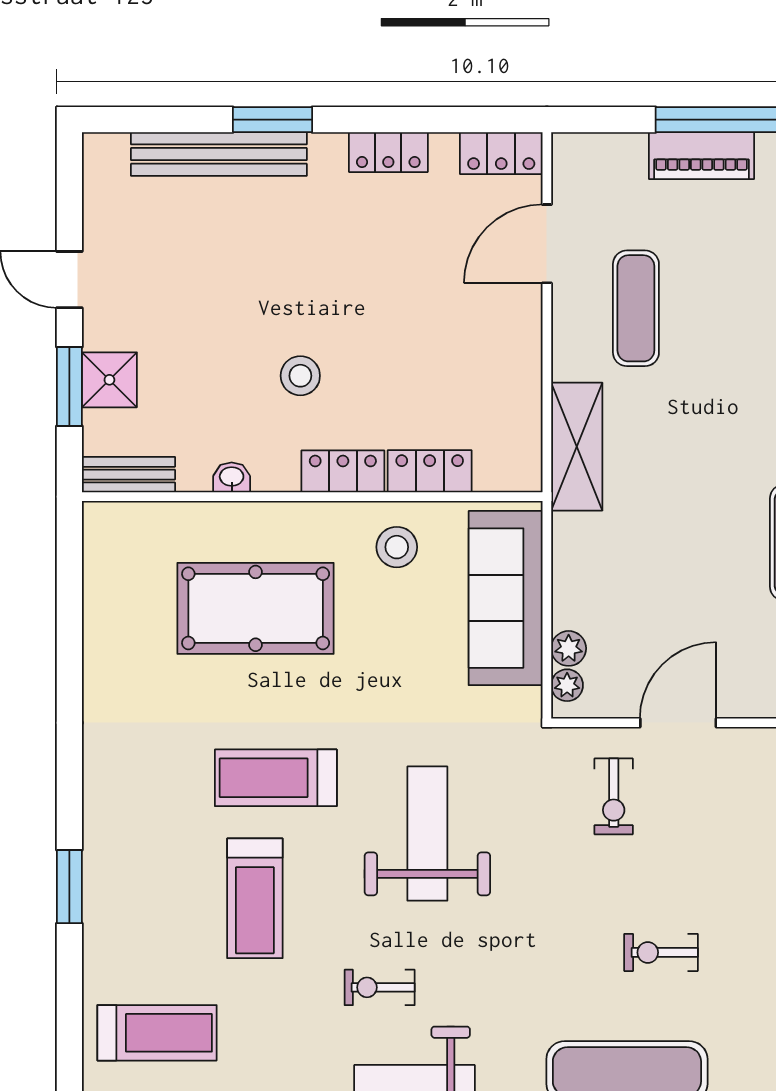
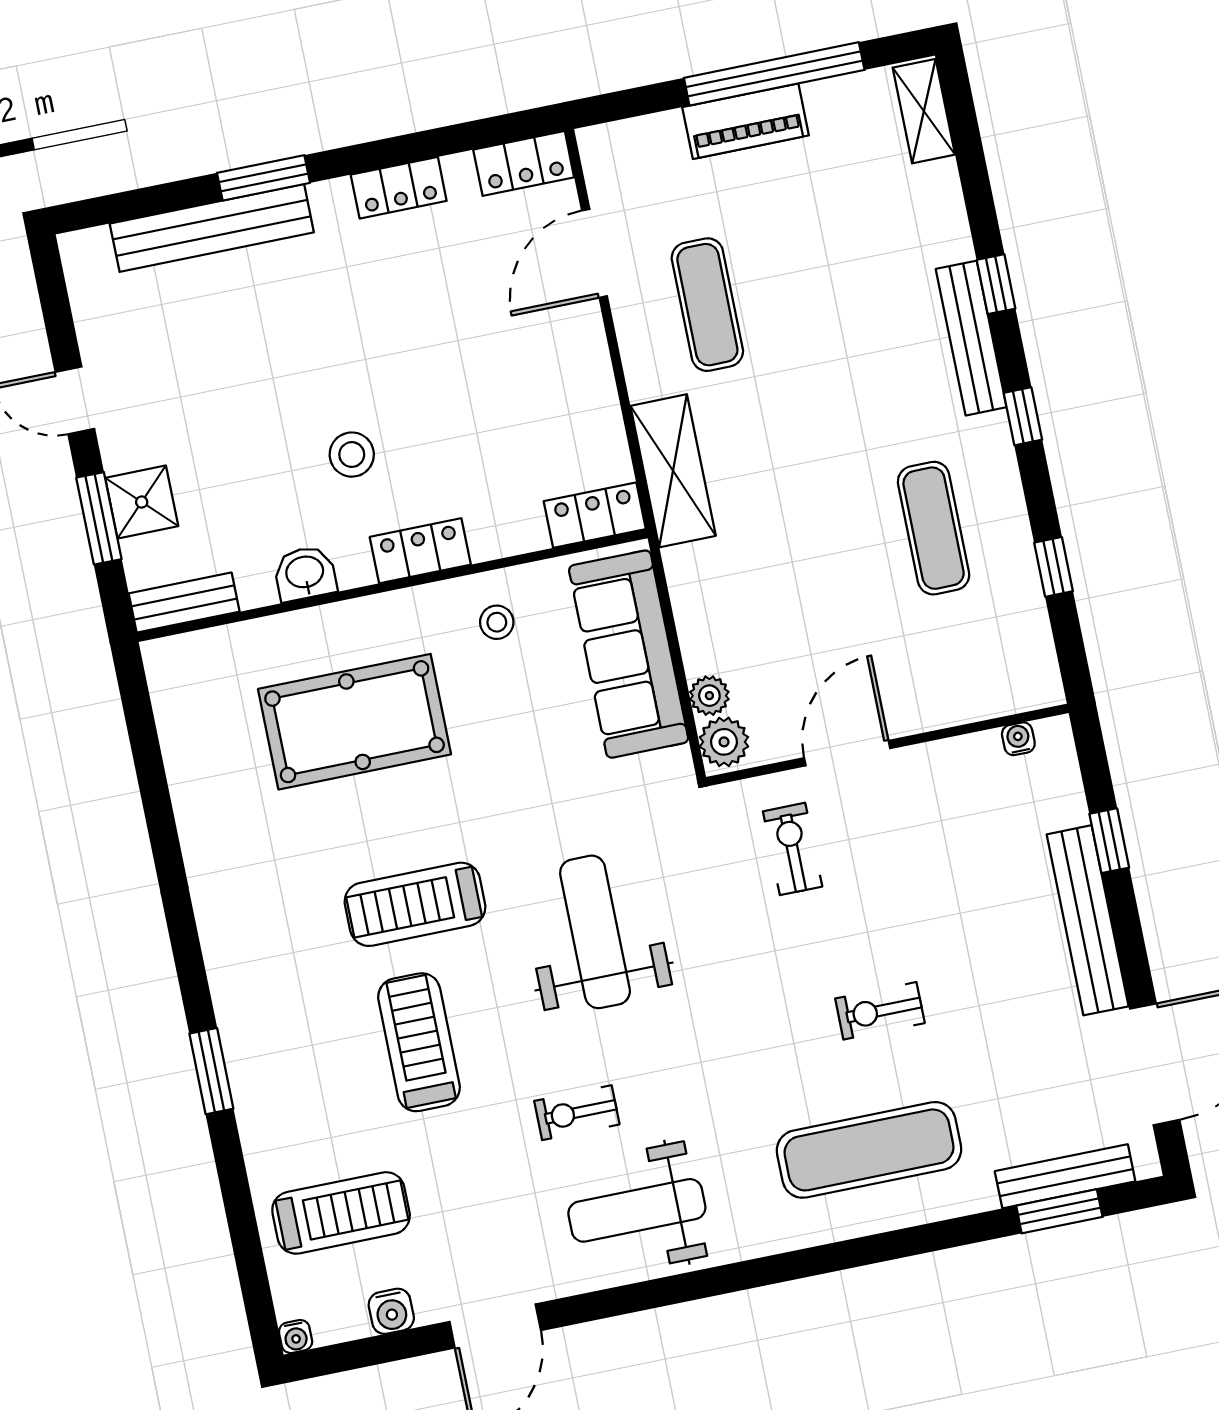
locker: (430, 471) -> (595, 515), moved
washbasin: (232, 477) -> (305, 573), width x1.38, depth x1.45
stool: (397, 547) -> (497, 622), width x0.73, depth x0.73
plant: (567, 685) -> (724, 742), width x1.38, depth x1.38
exercise bike: (614, 796) -> (793, 849), turned 180
treadmill: (255, 898) -> (419, 1042), turned 180

